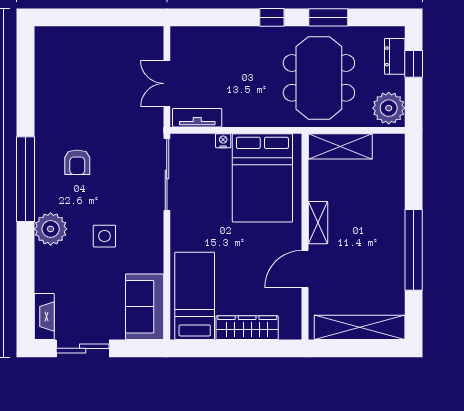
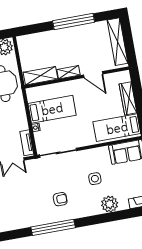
shelving: (340, 146) -> (41, 76), moved, turned 90
bed: (262, 178) -> (52, 109), width x0.67
window: (25, 179) -> (53, 227), moved
plant: (51, 229) -> (110, 204), moved

